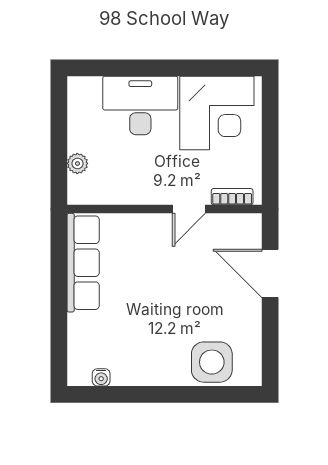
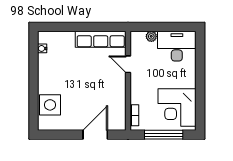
desk: (140, 105) -> (177, 46), moved, turned -90
window: (270, 139) -> (164, 135), added
door: (189, 209) -> (128, 64), moved

